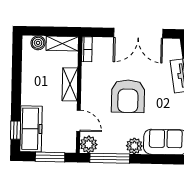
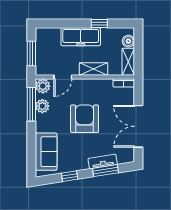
armchair: (128, 96) -> (85, 119), turned 90
freezer: (31, 129) -> (81, 37), moved
window: (16, 130) -> (99, 24), moved
plant: (134, 146) -> (42, 106), moved

